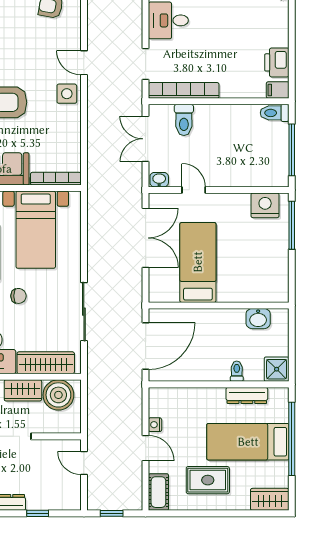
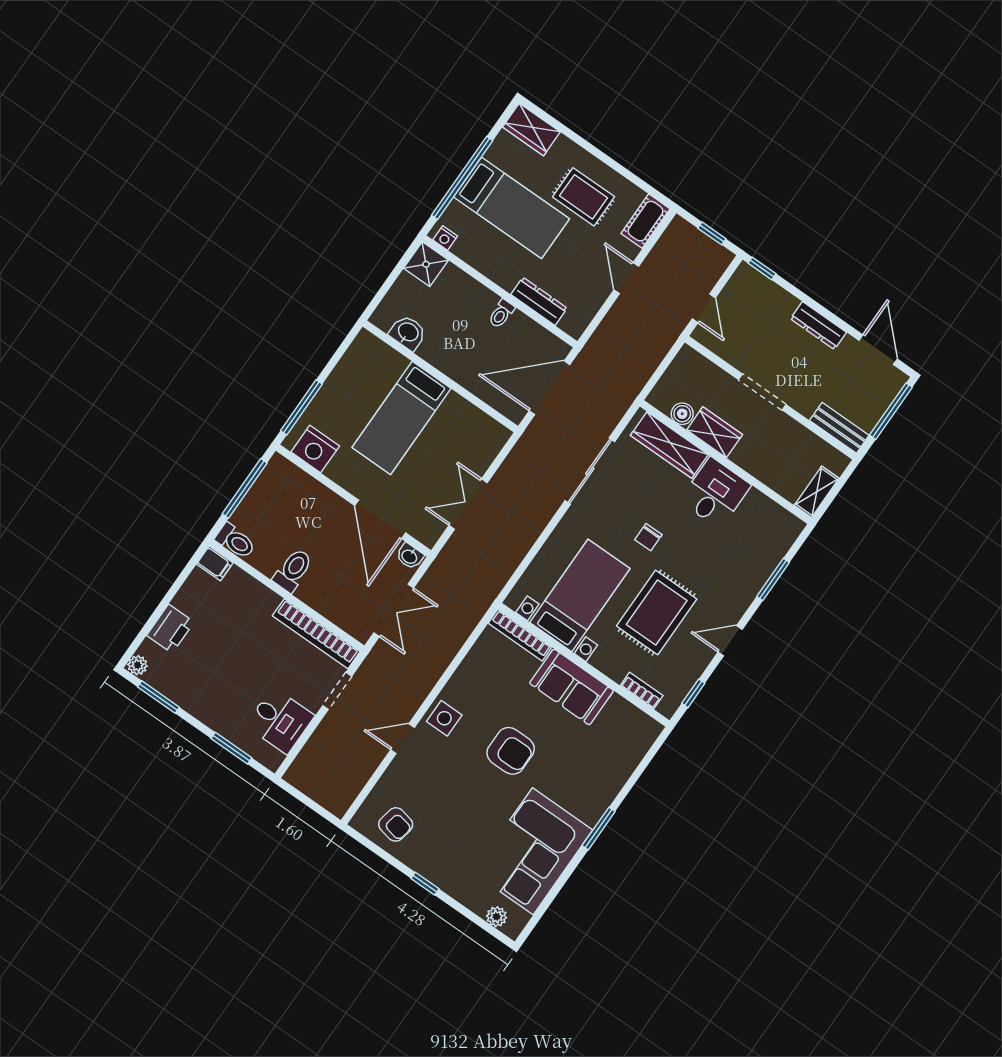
printer: (277, 62) -> (170, 629), moved
door: (84, 63) -> (403, 739), swing flipped
toilet: (184, 120) -> (293, 570), moved
door: (194, 190) -> (380, 519), width x1.88
double door: (146, 238) -> (468, 504), width x0.73
bed: (198, 262) -> (401, 418), moved
chair: (18, 296) -> (648, 537), turned -90
toilet: (237, 371) -> (501, 314), moved
boiler: (58, 395) -> (682, 414), width x0.54, depth x0.54
dresser: (247, 395) -> (539, 301), moved
nightstand: (155, 425) -> (445, 238), moved, turned 90
window: (38, 513) -> (762, 268), moved

